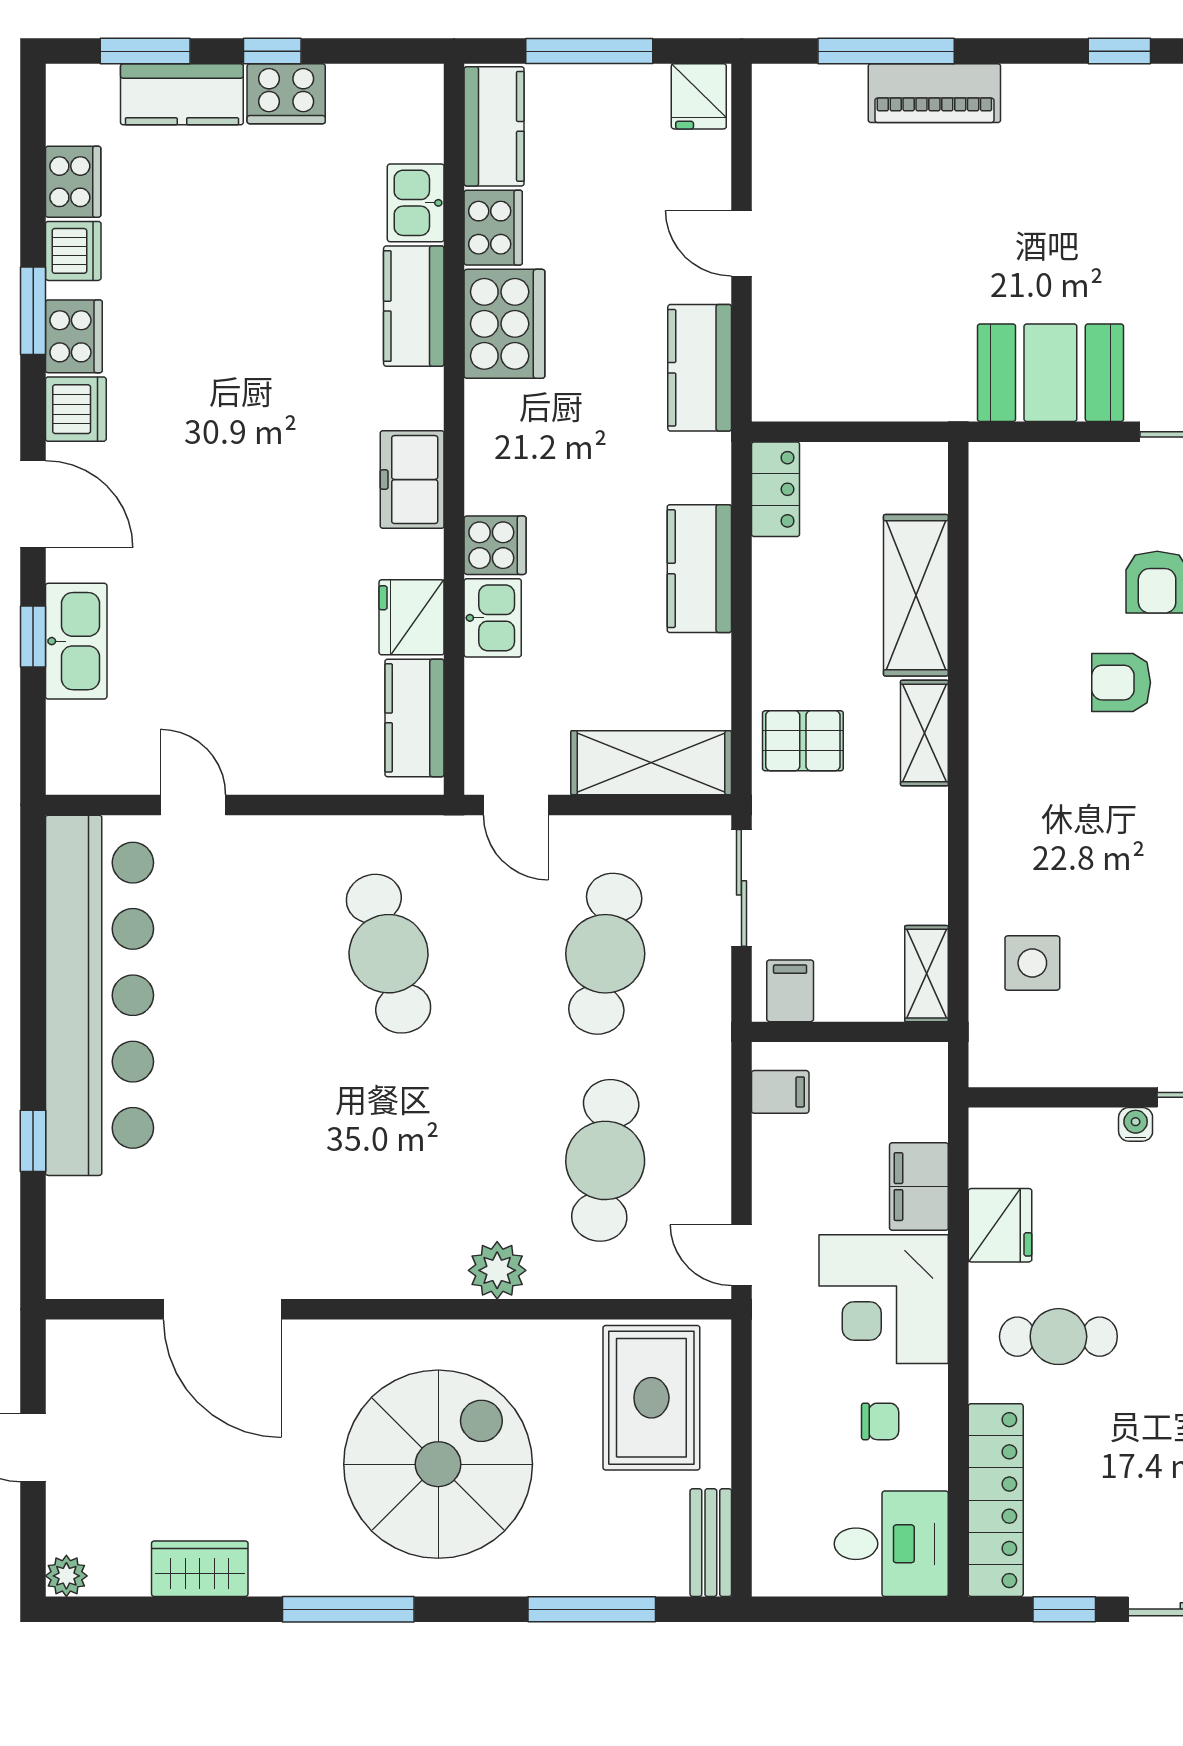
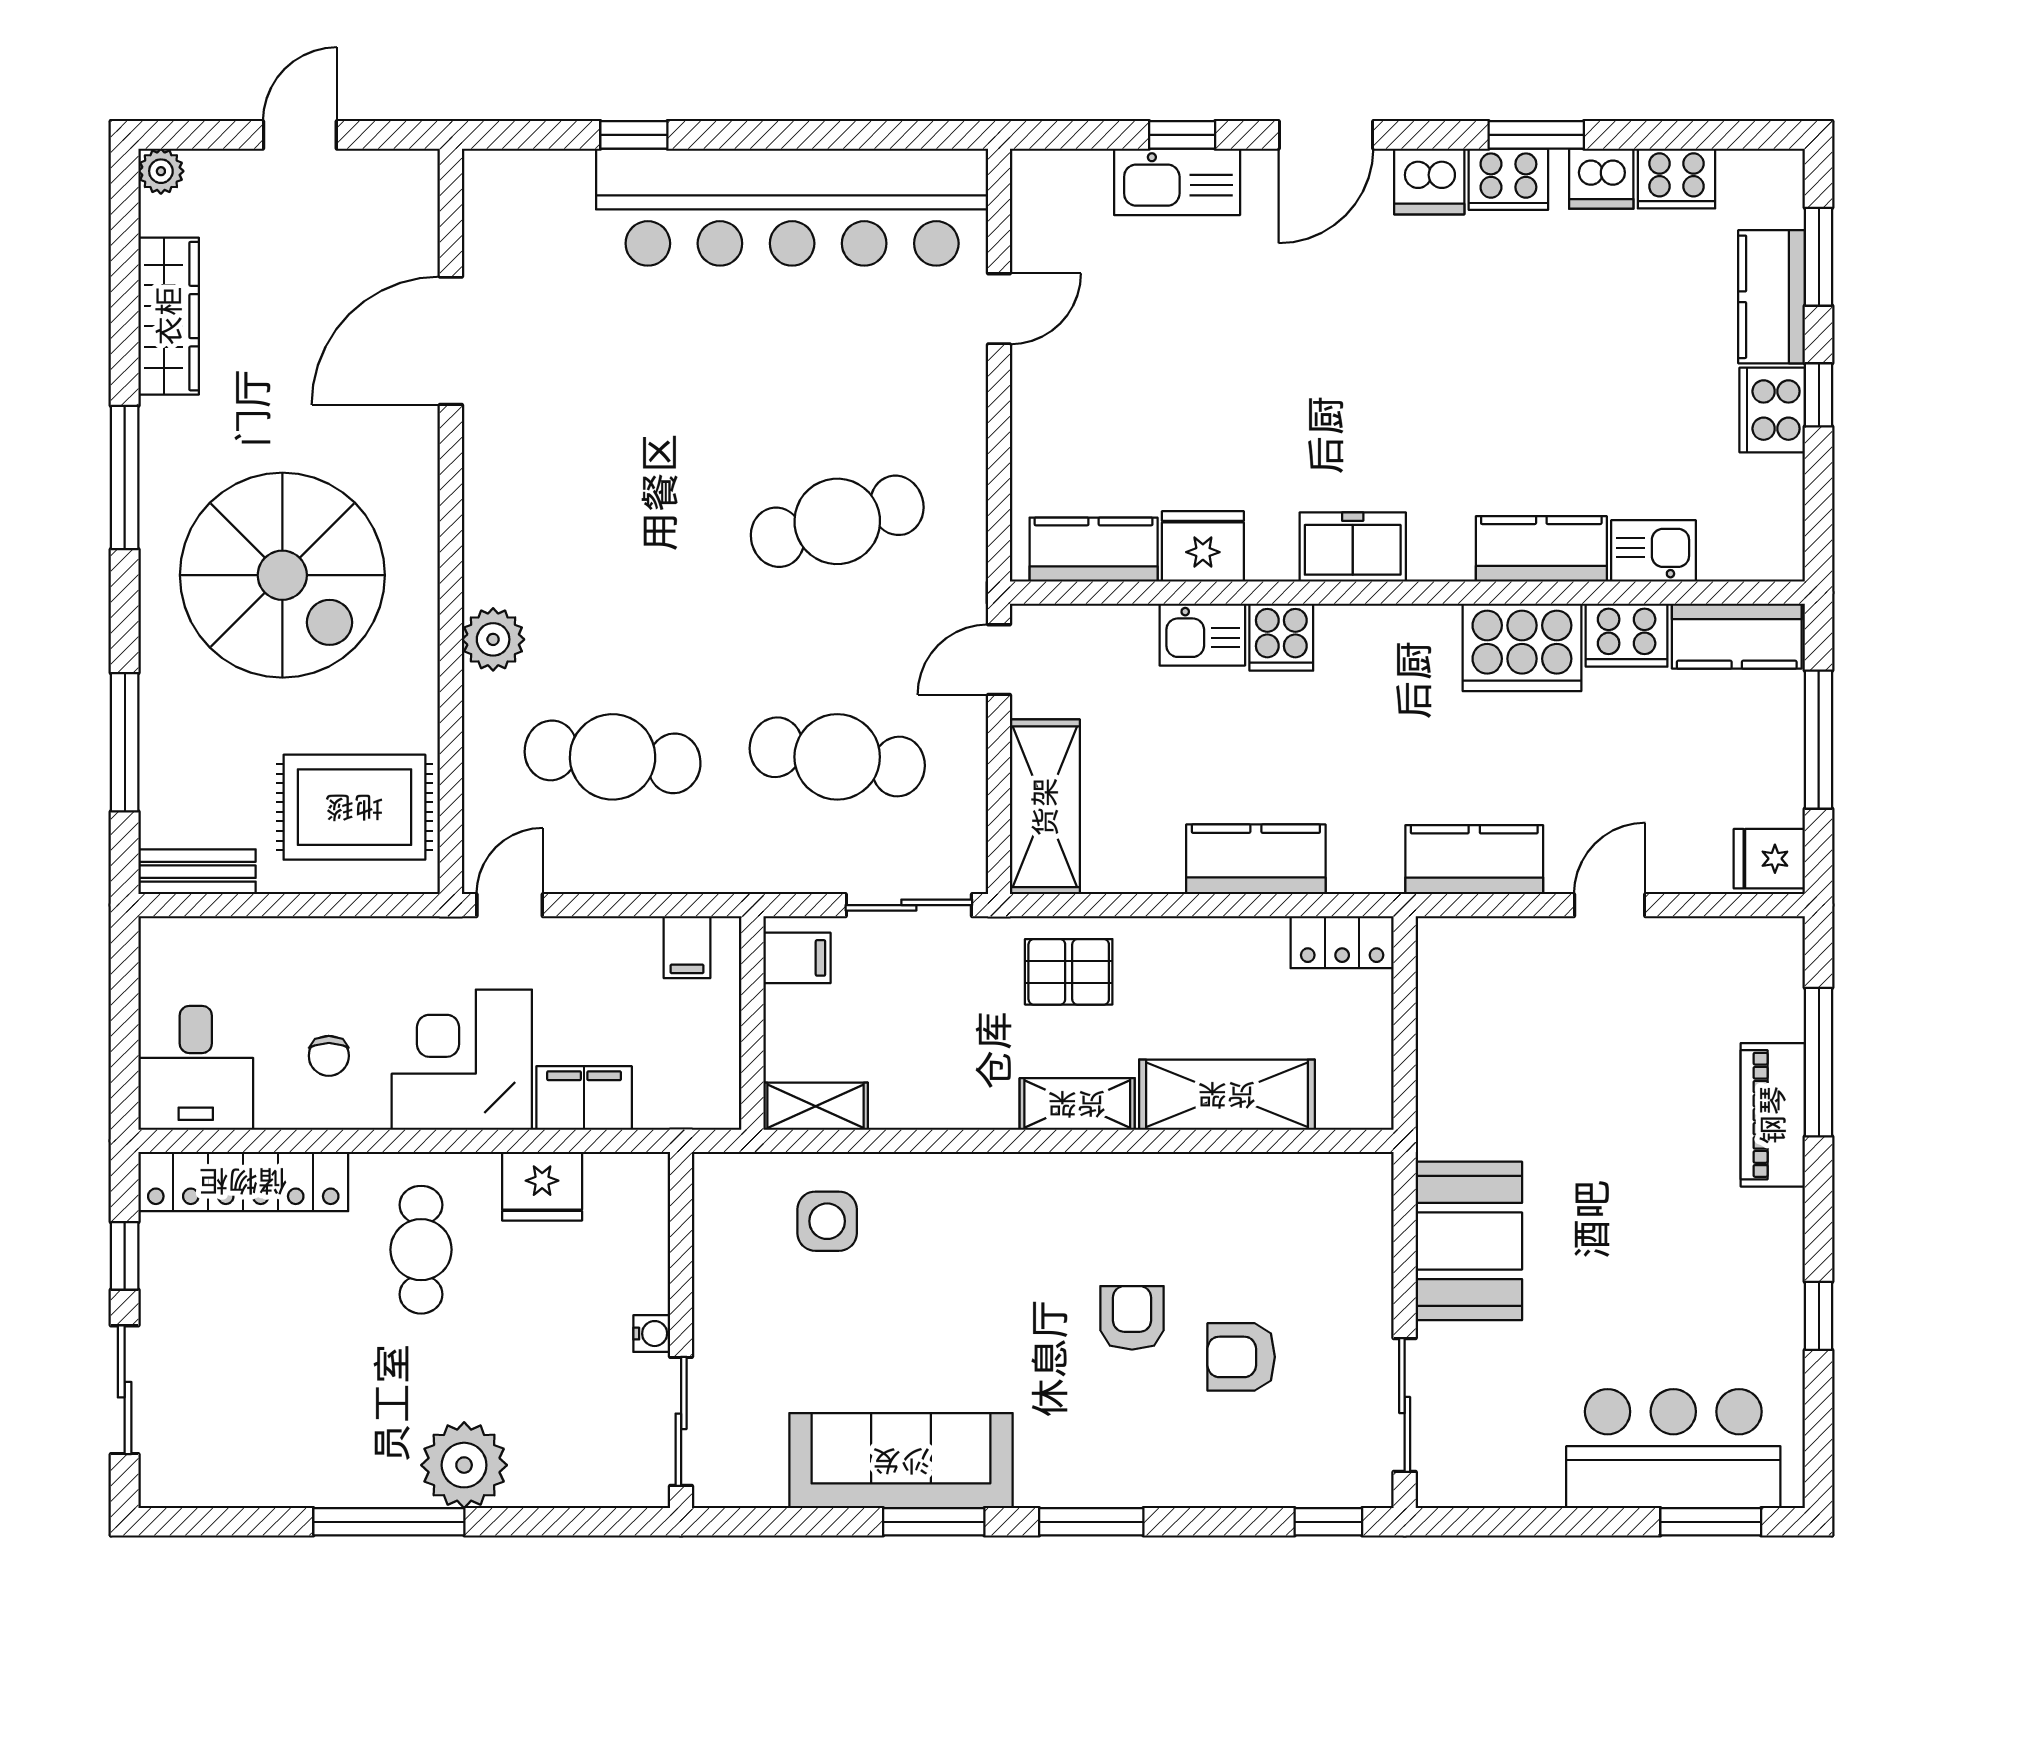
pallet: (803, 741) -> (1069, 972), turned 90
wardrobe: (200, 1569) -> (169, 316), width x1.50

